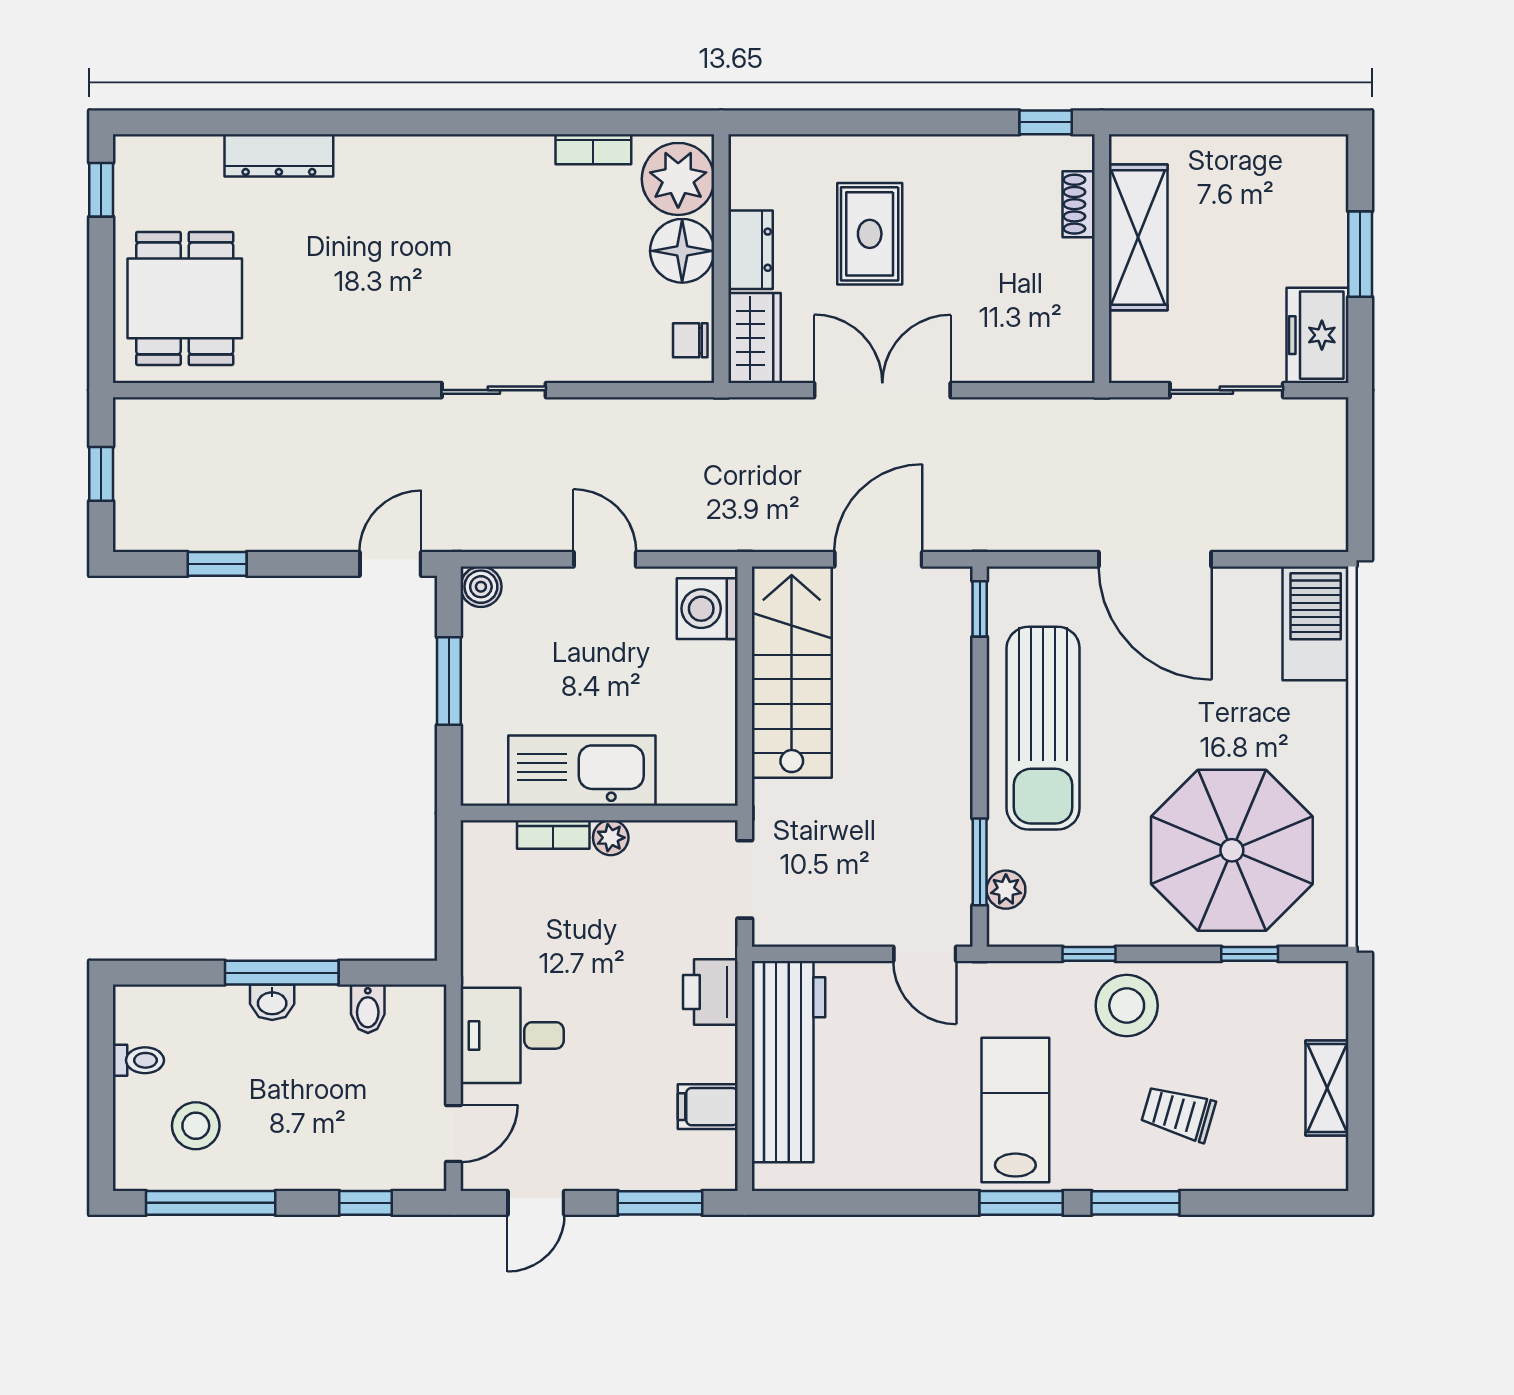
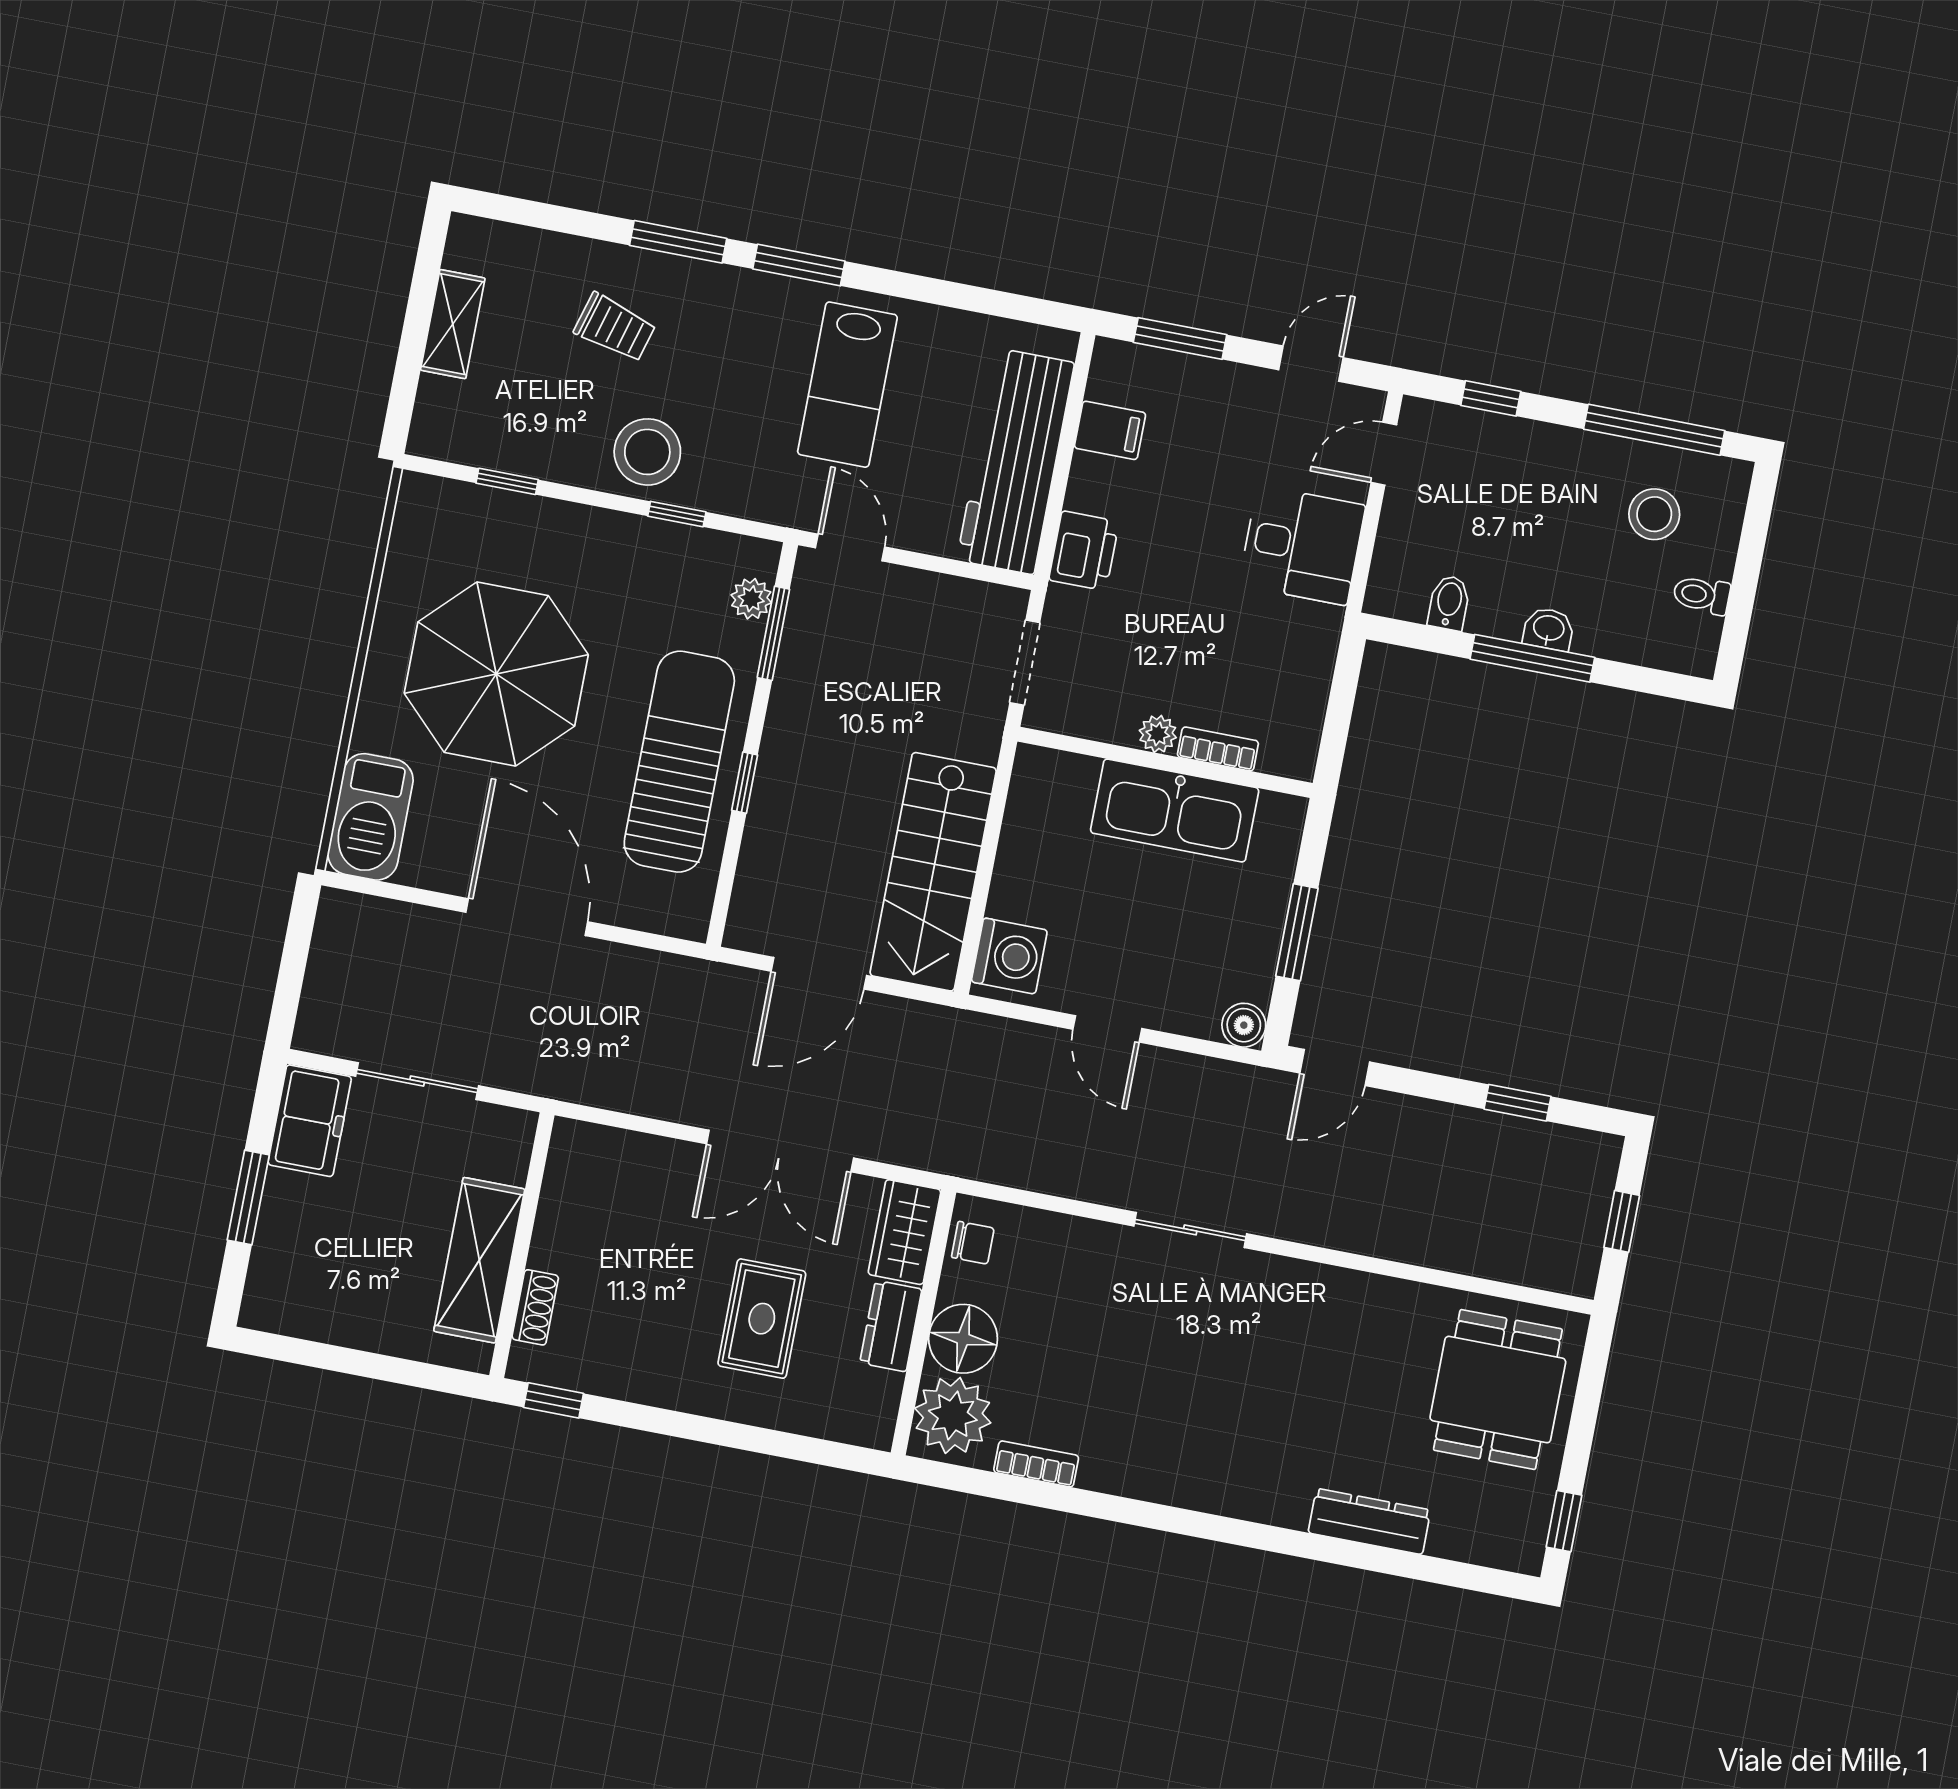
window: (980, 609) -> (745, 783), moved
parasol: (1232, 850) -> (496, 674), moved
lab bench: (1015, 1110) -> (847, 385), moved

